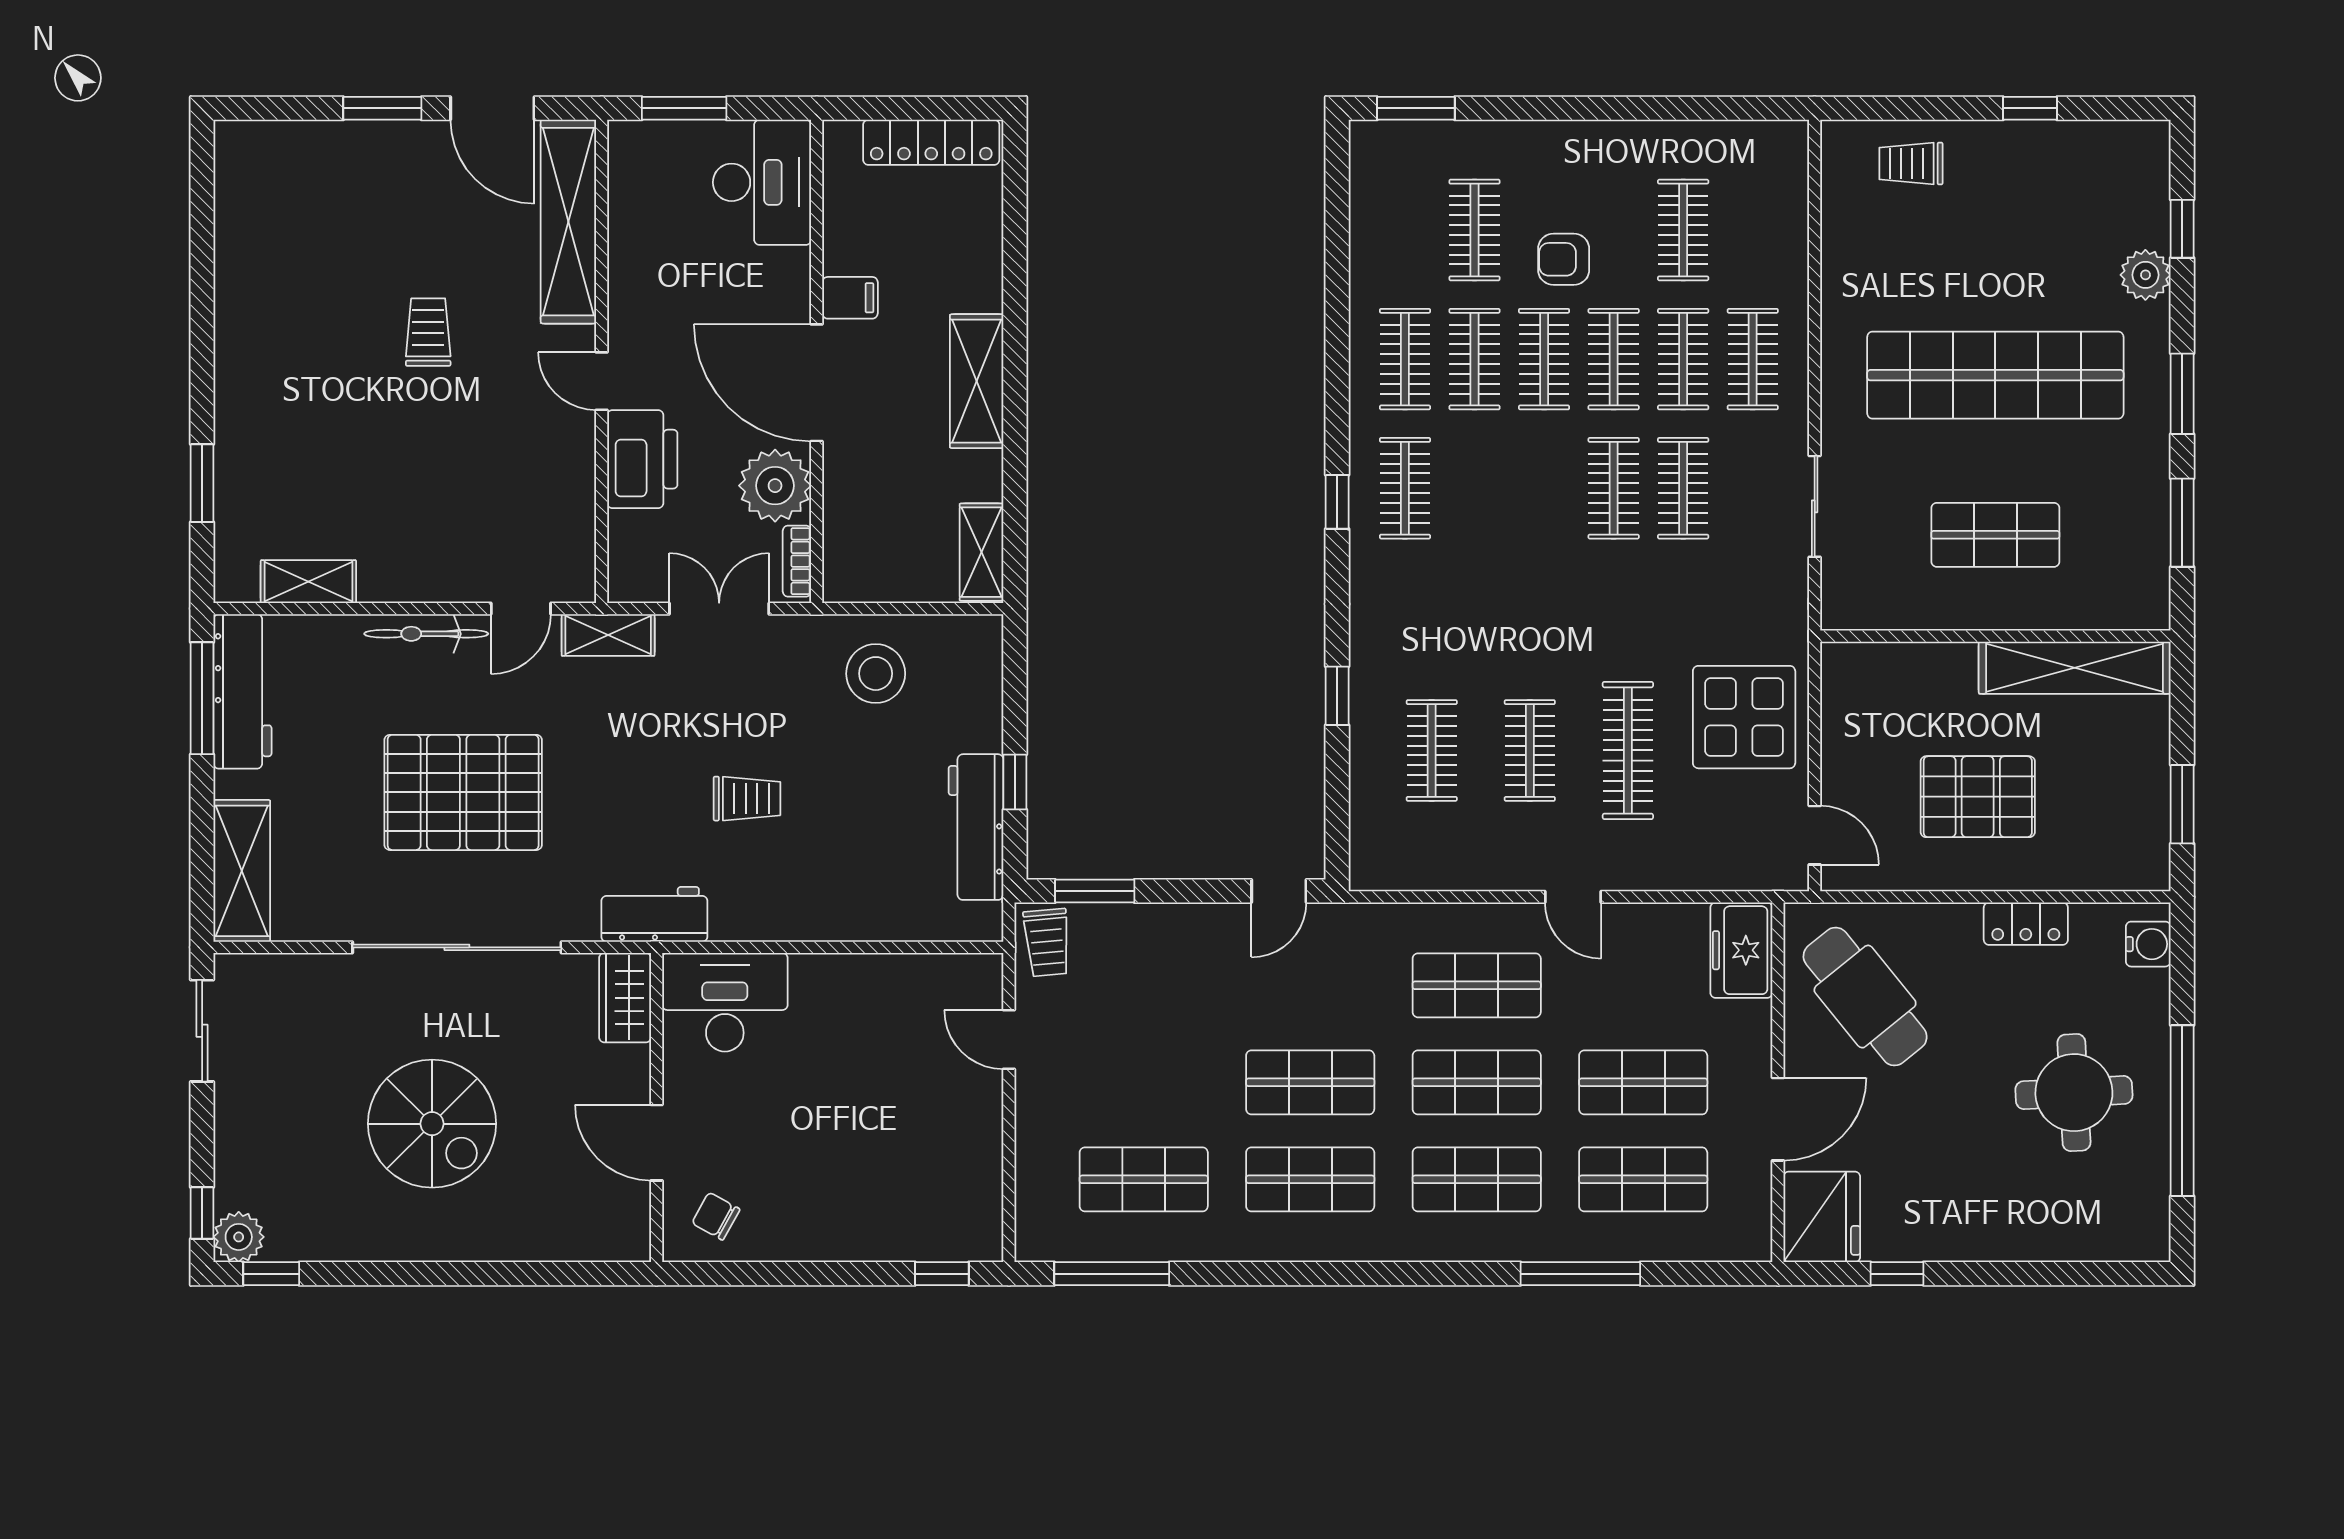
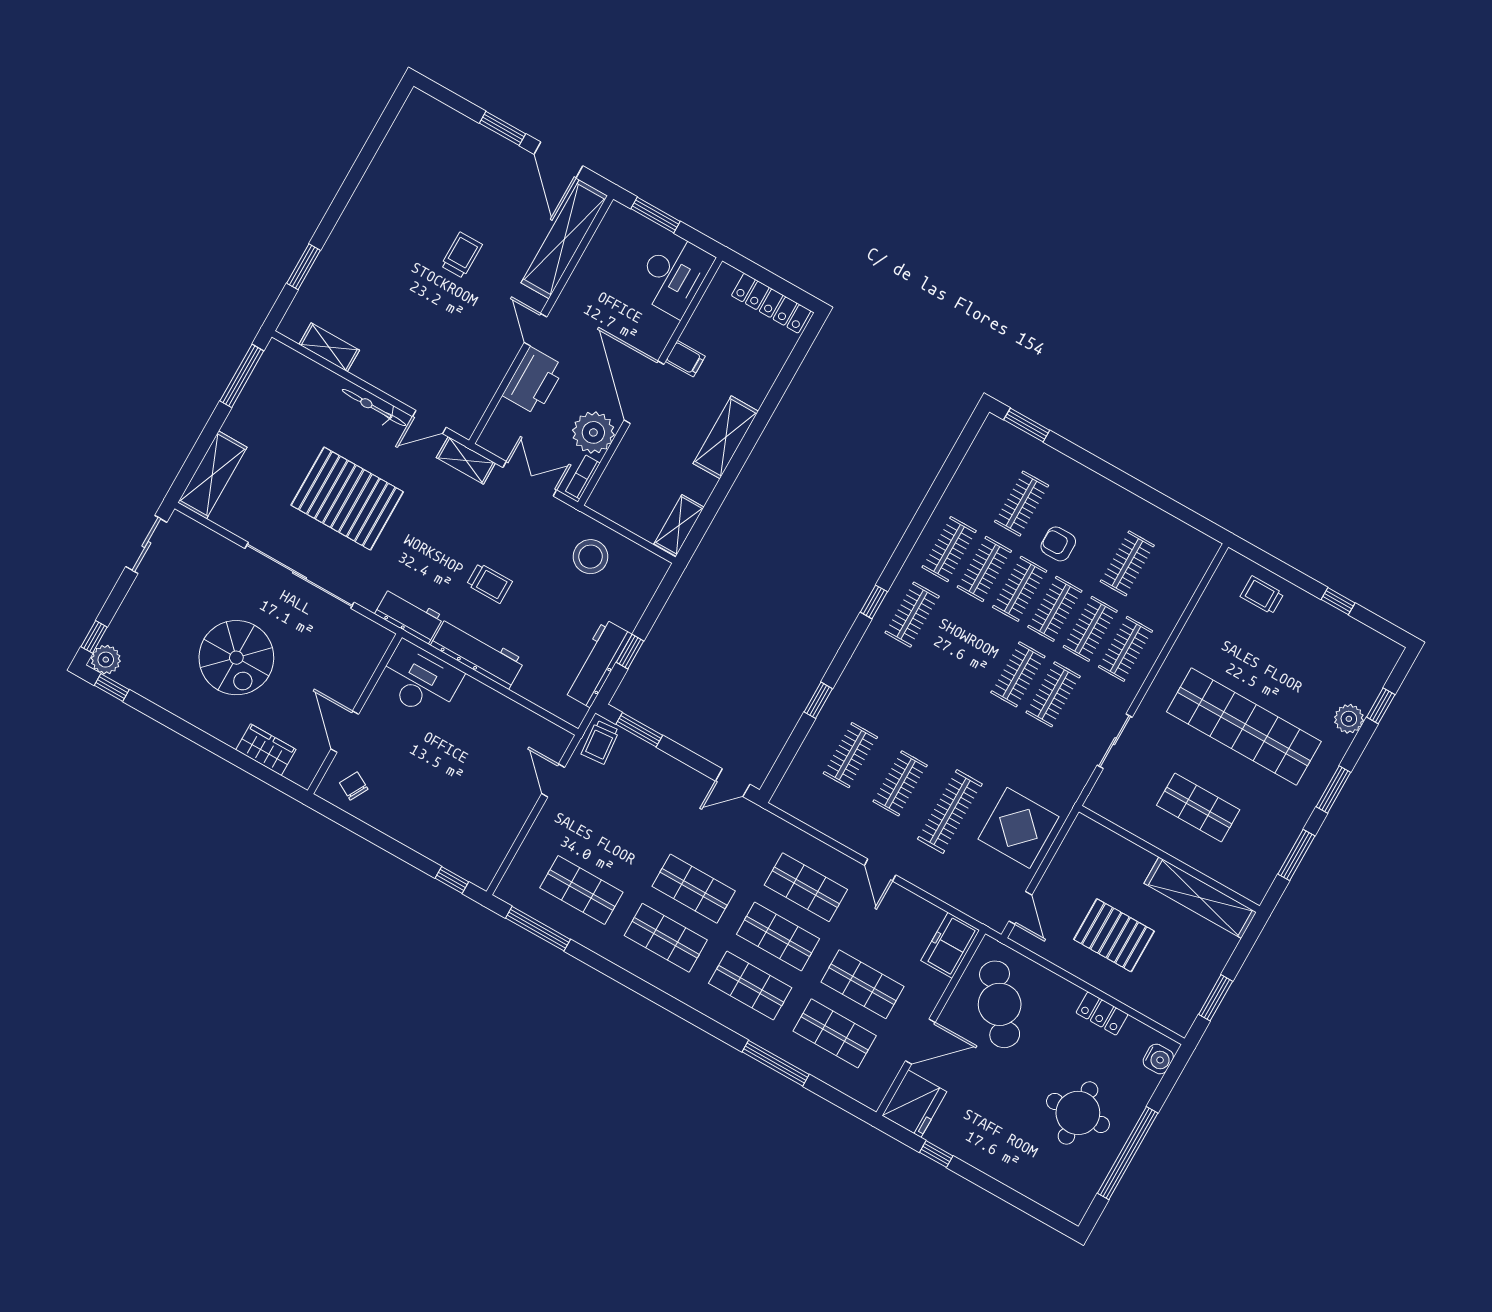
workbench: (242, 691) -> (478, 653), moved, turned -90
wardrobe: (625, 998) -> (266, 750), moved, turned 90

